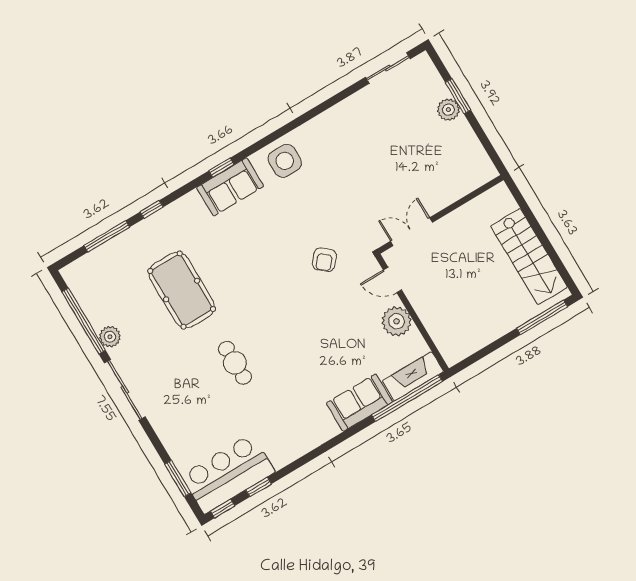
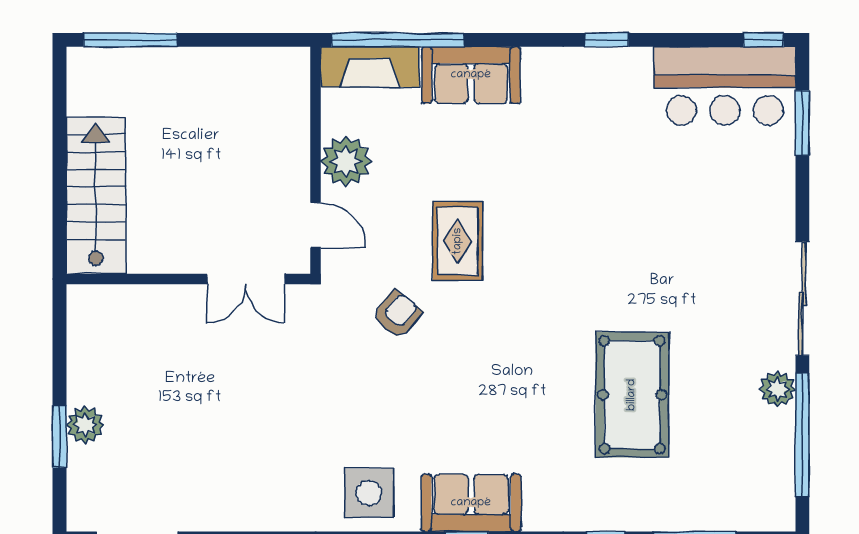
stairs: (529, 257) -> (96, 195), moved
rug: (316, 315) -> (458, 241), added
cafe table: (235, 363) -> (618, 242), removed
window: (259, 487) -> (607, 40), moved

